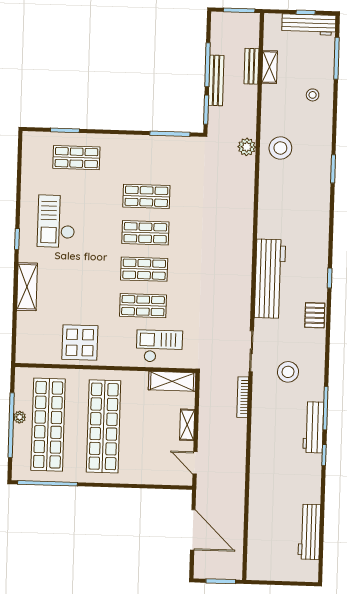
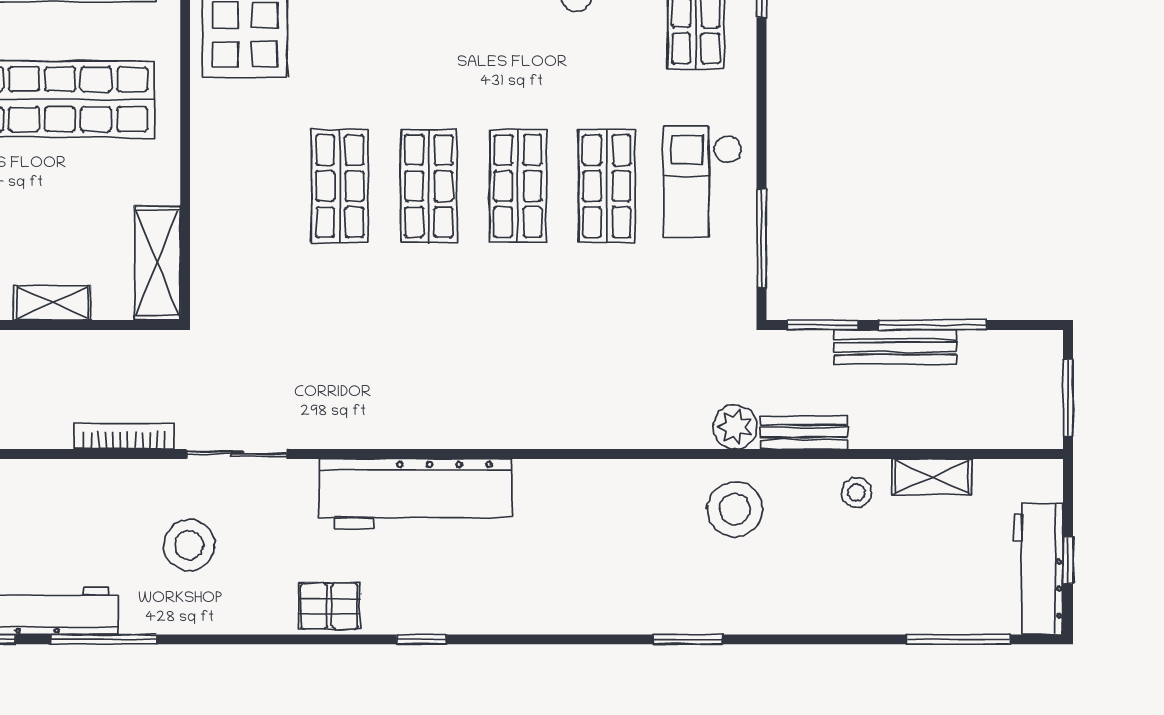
bench: (251, 66) -> (804, 432), moved
stool: (313, 95) -> (856, 492), moved
checkout: (159, 346) -> (703, 182), moved, turned 180

